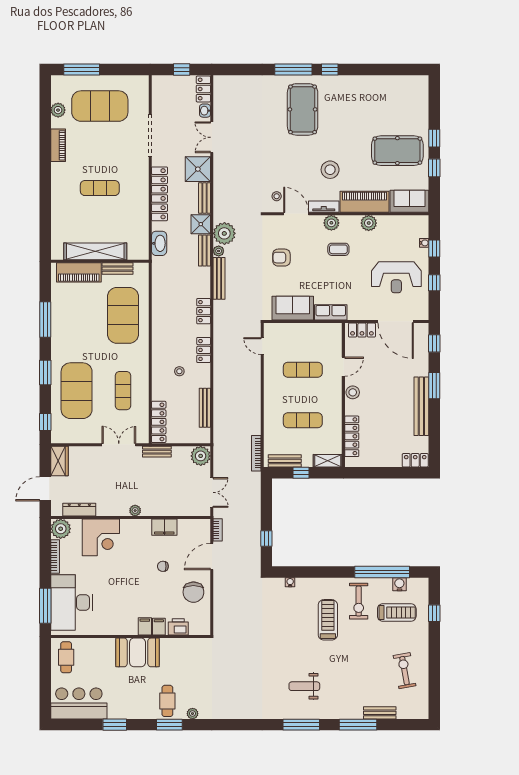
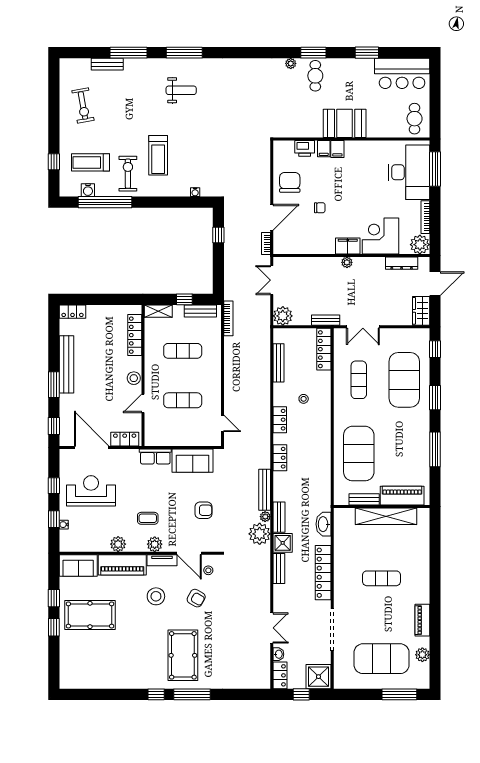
armchair: (289, 168) -> (196, 598), added
shower: (198, 169) -> (318, 677), moved
filing cabinet: (164, 527) -> (348, 246), moved

